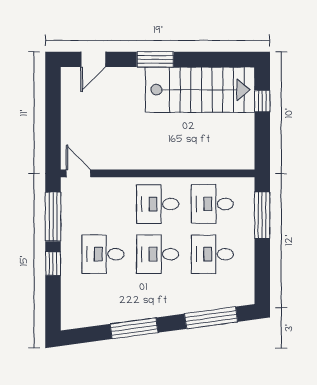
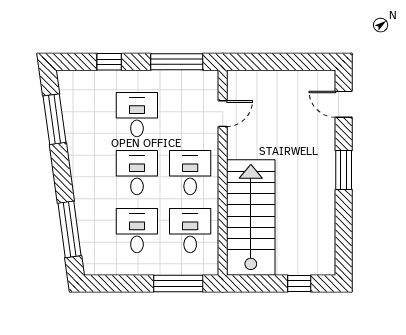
stairs: (200, 90) -> (251, 218), moved, turned 180
door: (78, 173) -> (223, 114), moved
window: (53, 264) -> (109, 62), moved
window: (134, 328) -> (54, 119), moved

